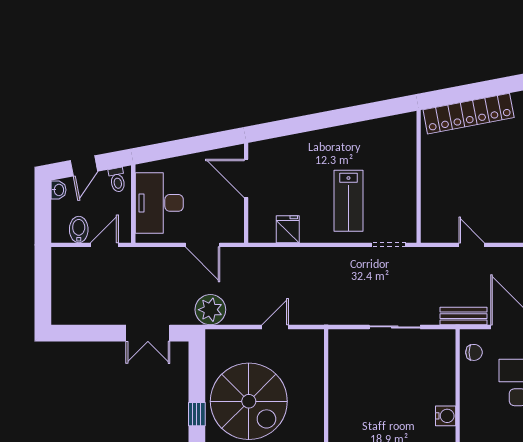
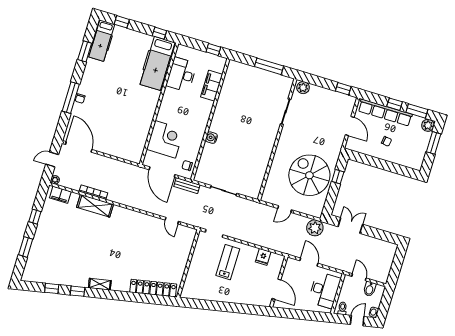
door: (104, 245) -> (359, 277), swing flipped

